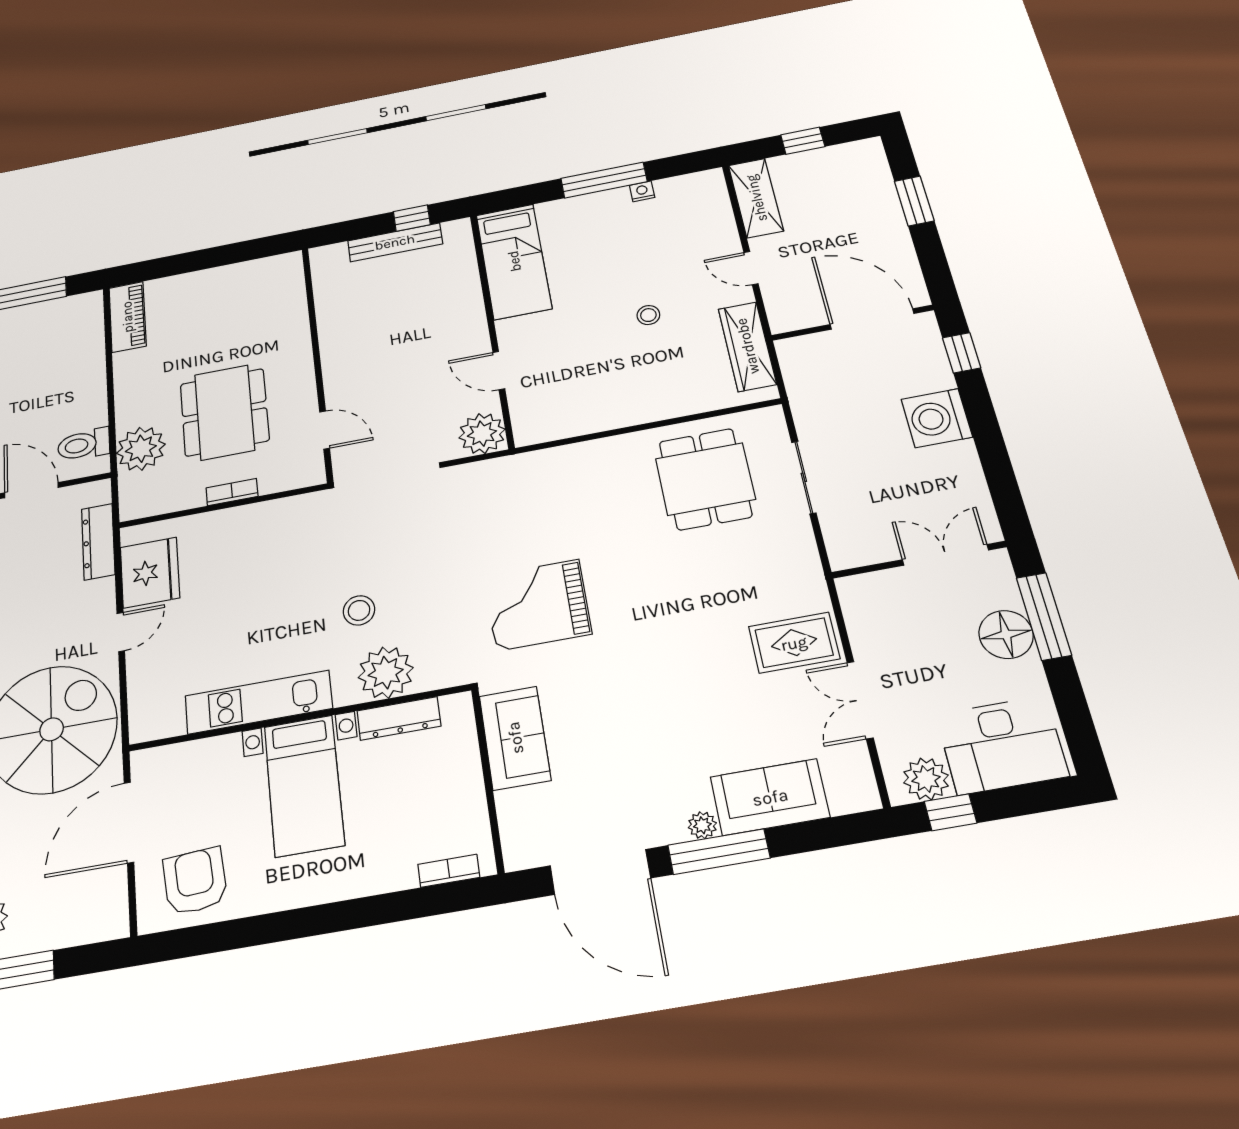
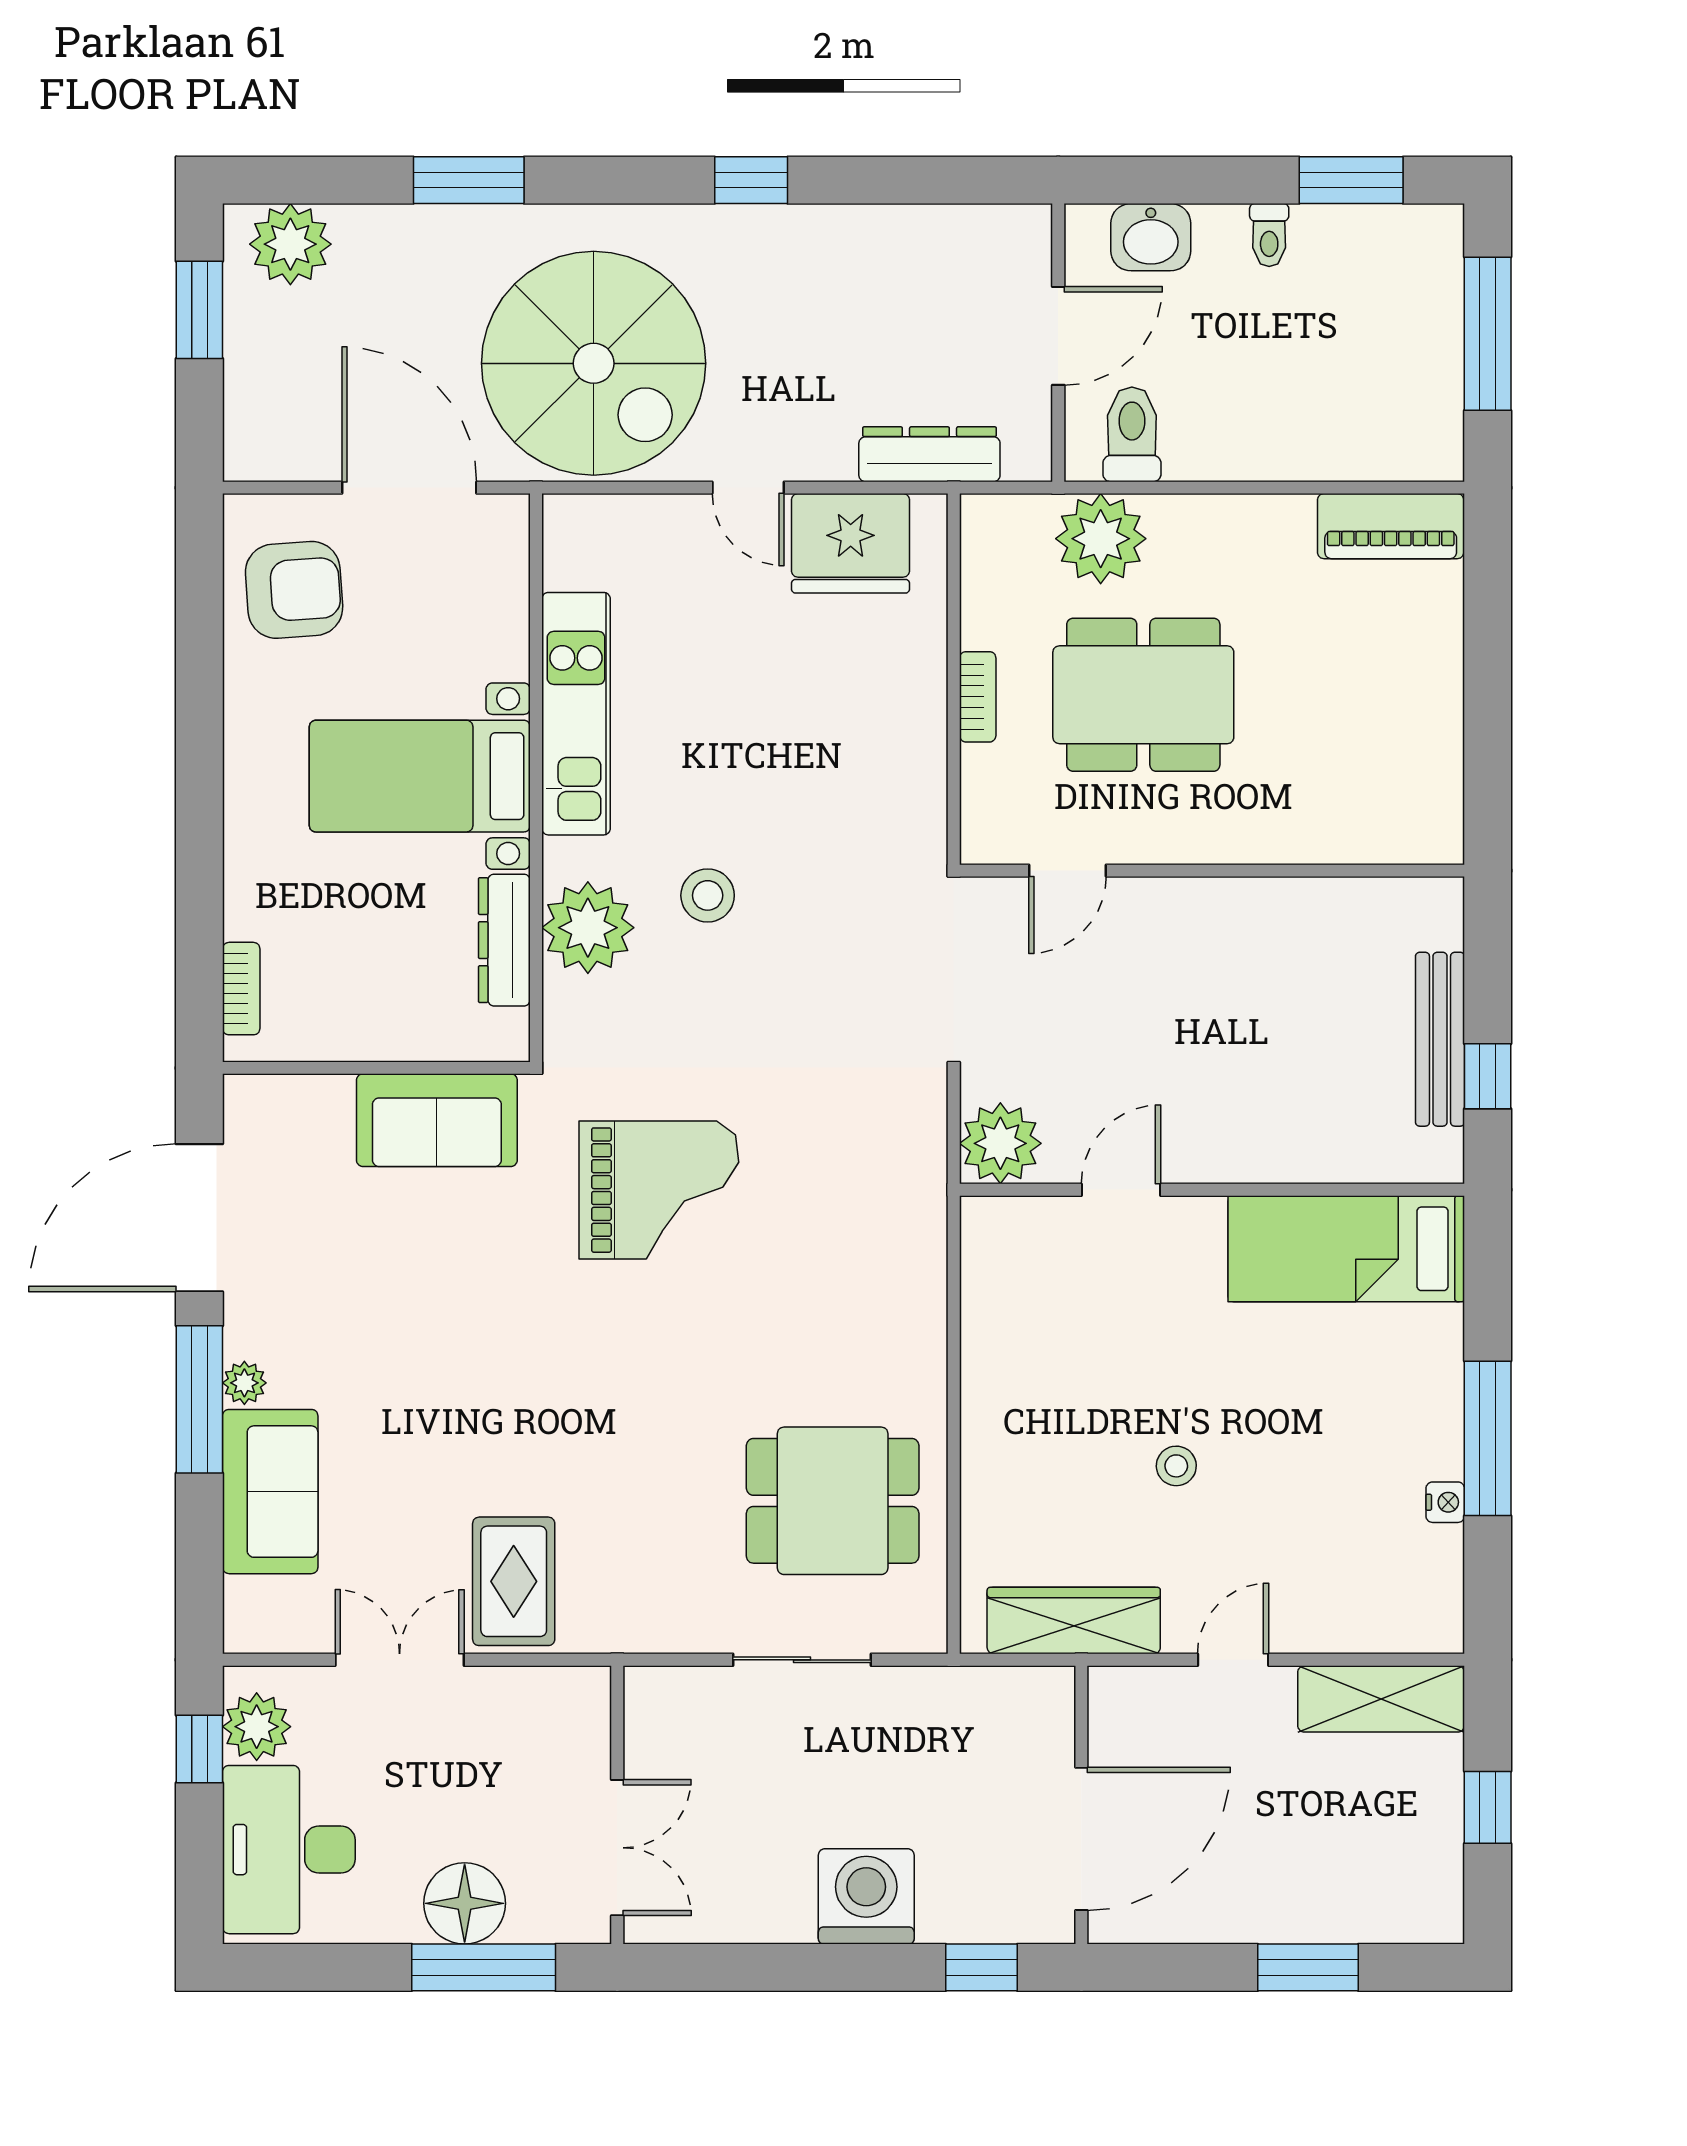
grand piano: (538, 605) -> (659, 1190), turned 90

